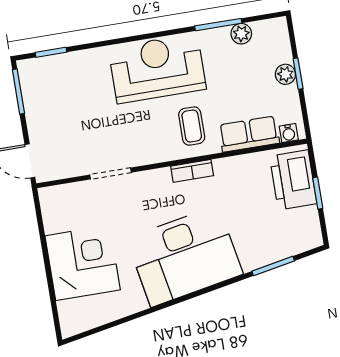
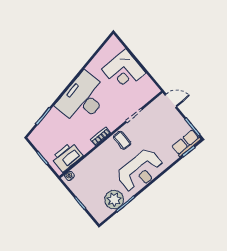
plant: (241, 34) -> (114, 200), width x1.87, depth x1.87
plant: (285, 74) -> (85, 200), removed
coffee table: (192, 126) -> (122, 140), moved
row of seats: (249, 134) -> (186, 143), moved, turned 180
printer: (293, 180) -> (67, 157), moved, turned -90

